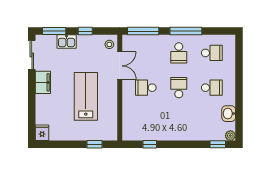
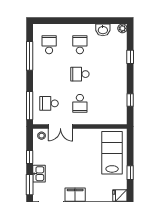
window: (186, 31) -> (30, 56), moved
school desk: (179, 53) -> (49, 103), moved, turned 180
double door: (120, 66) -> (60, 126), swing flipped
lab bench: (86, 96) -> (112, 153), moved, turned 90
window: (94, 144) -> (130, 173), moved
window: (218, 144) -> (130, 57), moved

